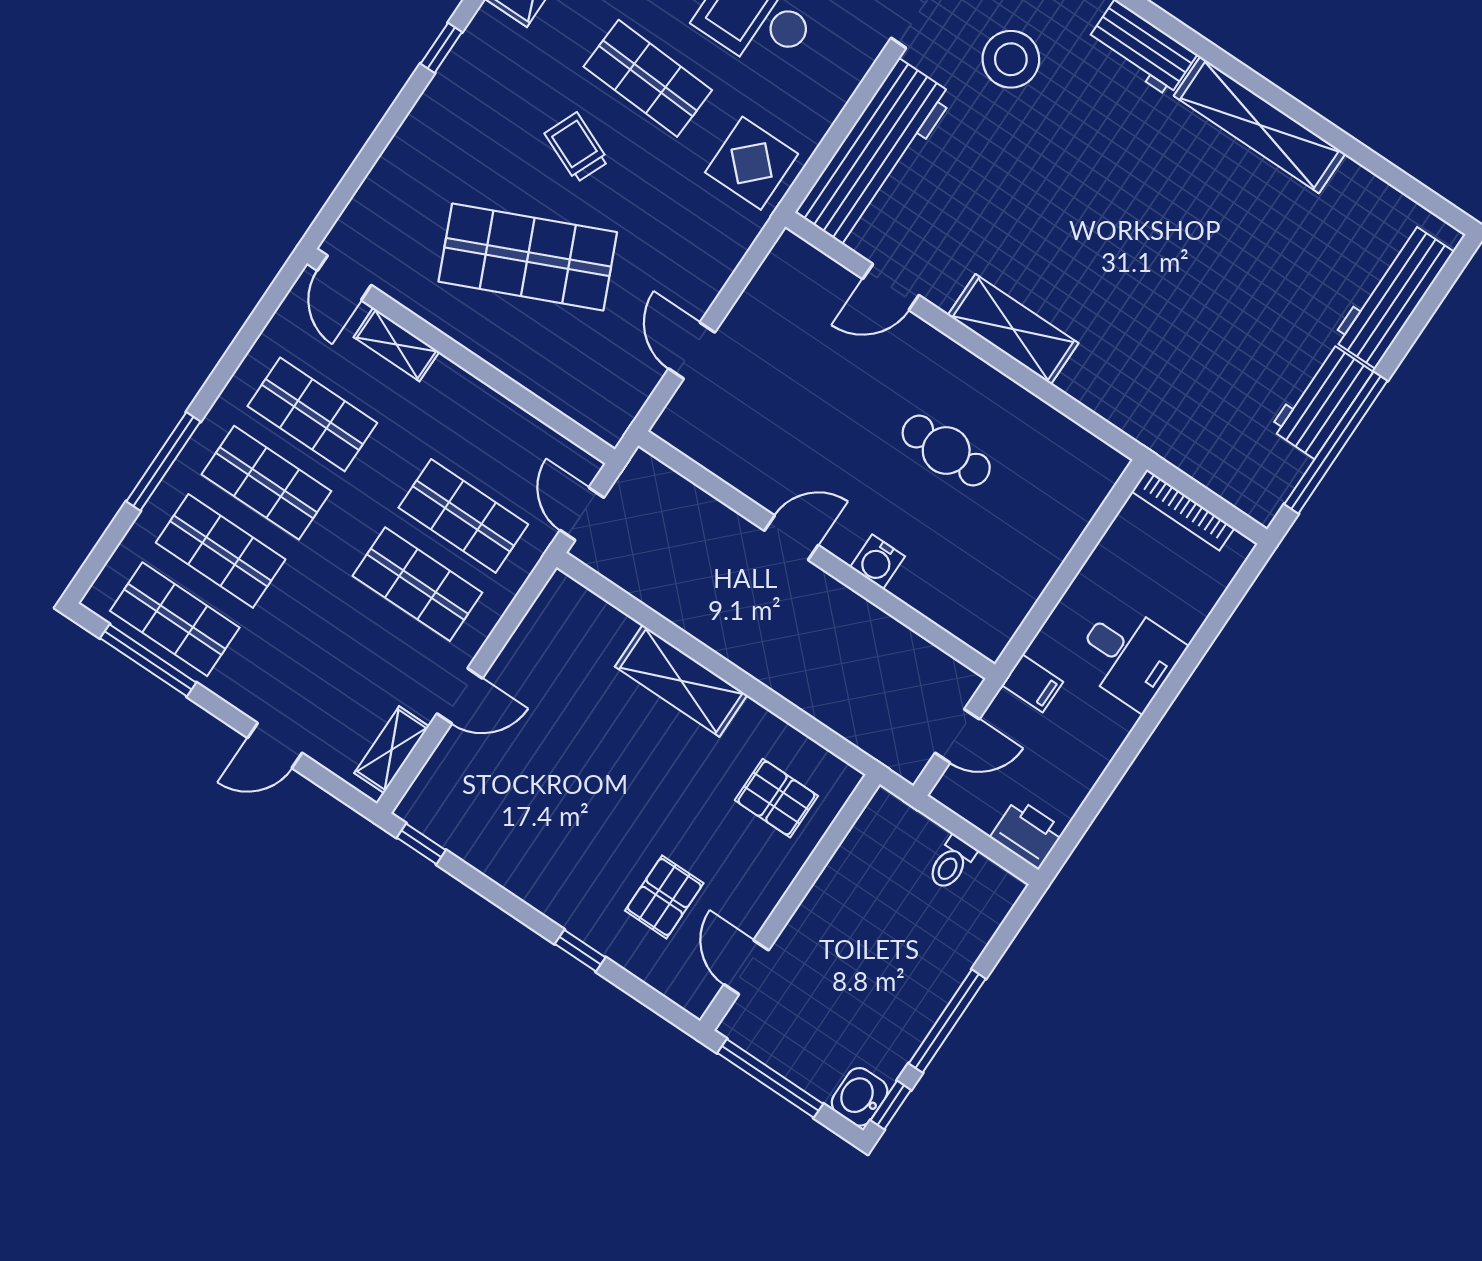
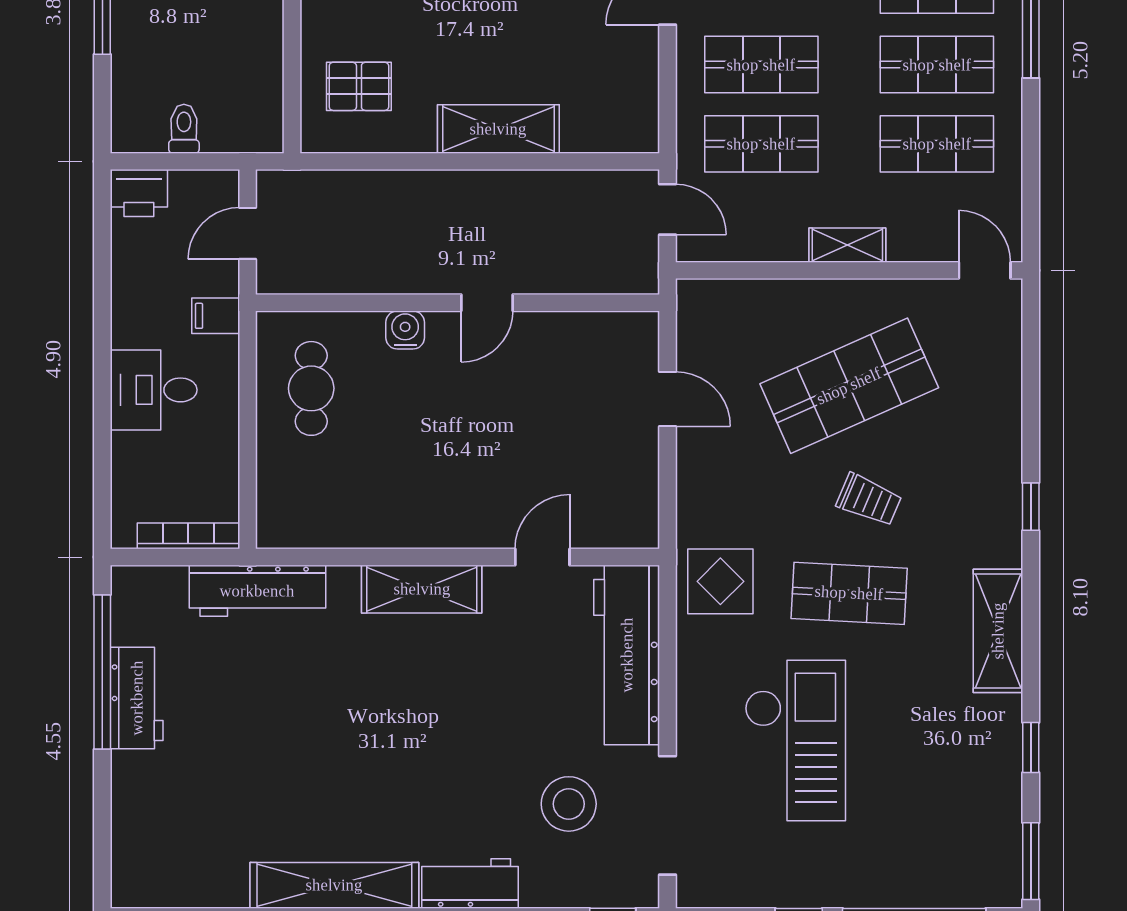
workbench: (1393, 296) -> (257, 591), moved, turned 90
shelving: (396, 344) -> (847, 245), moved
cafe table: (946, 451) -> (311, 388), moved, turned 90

